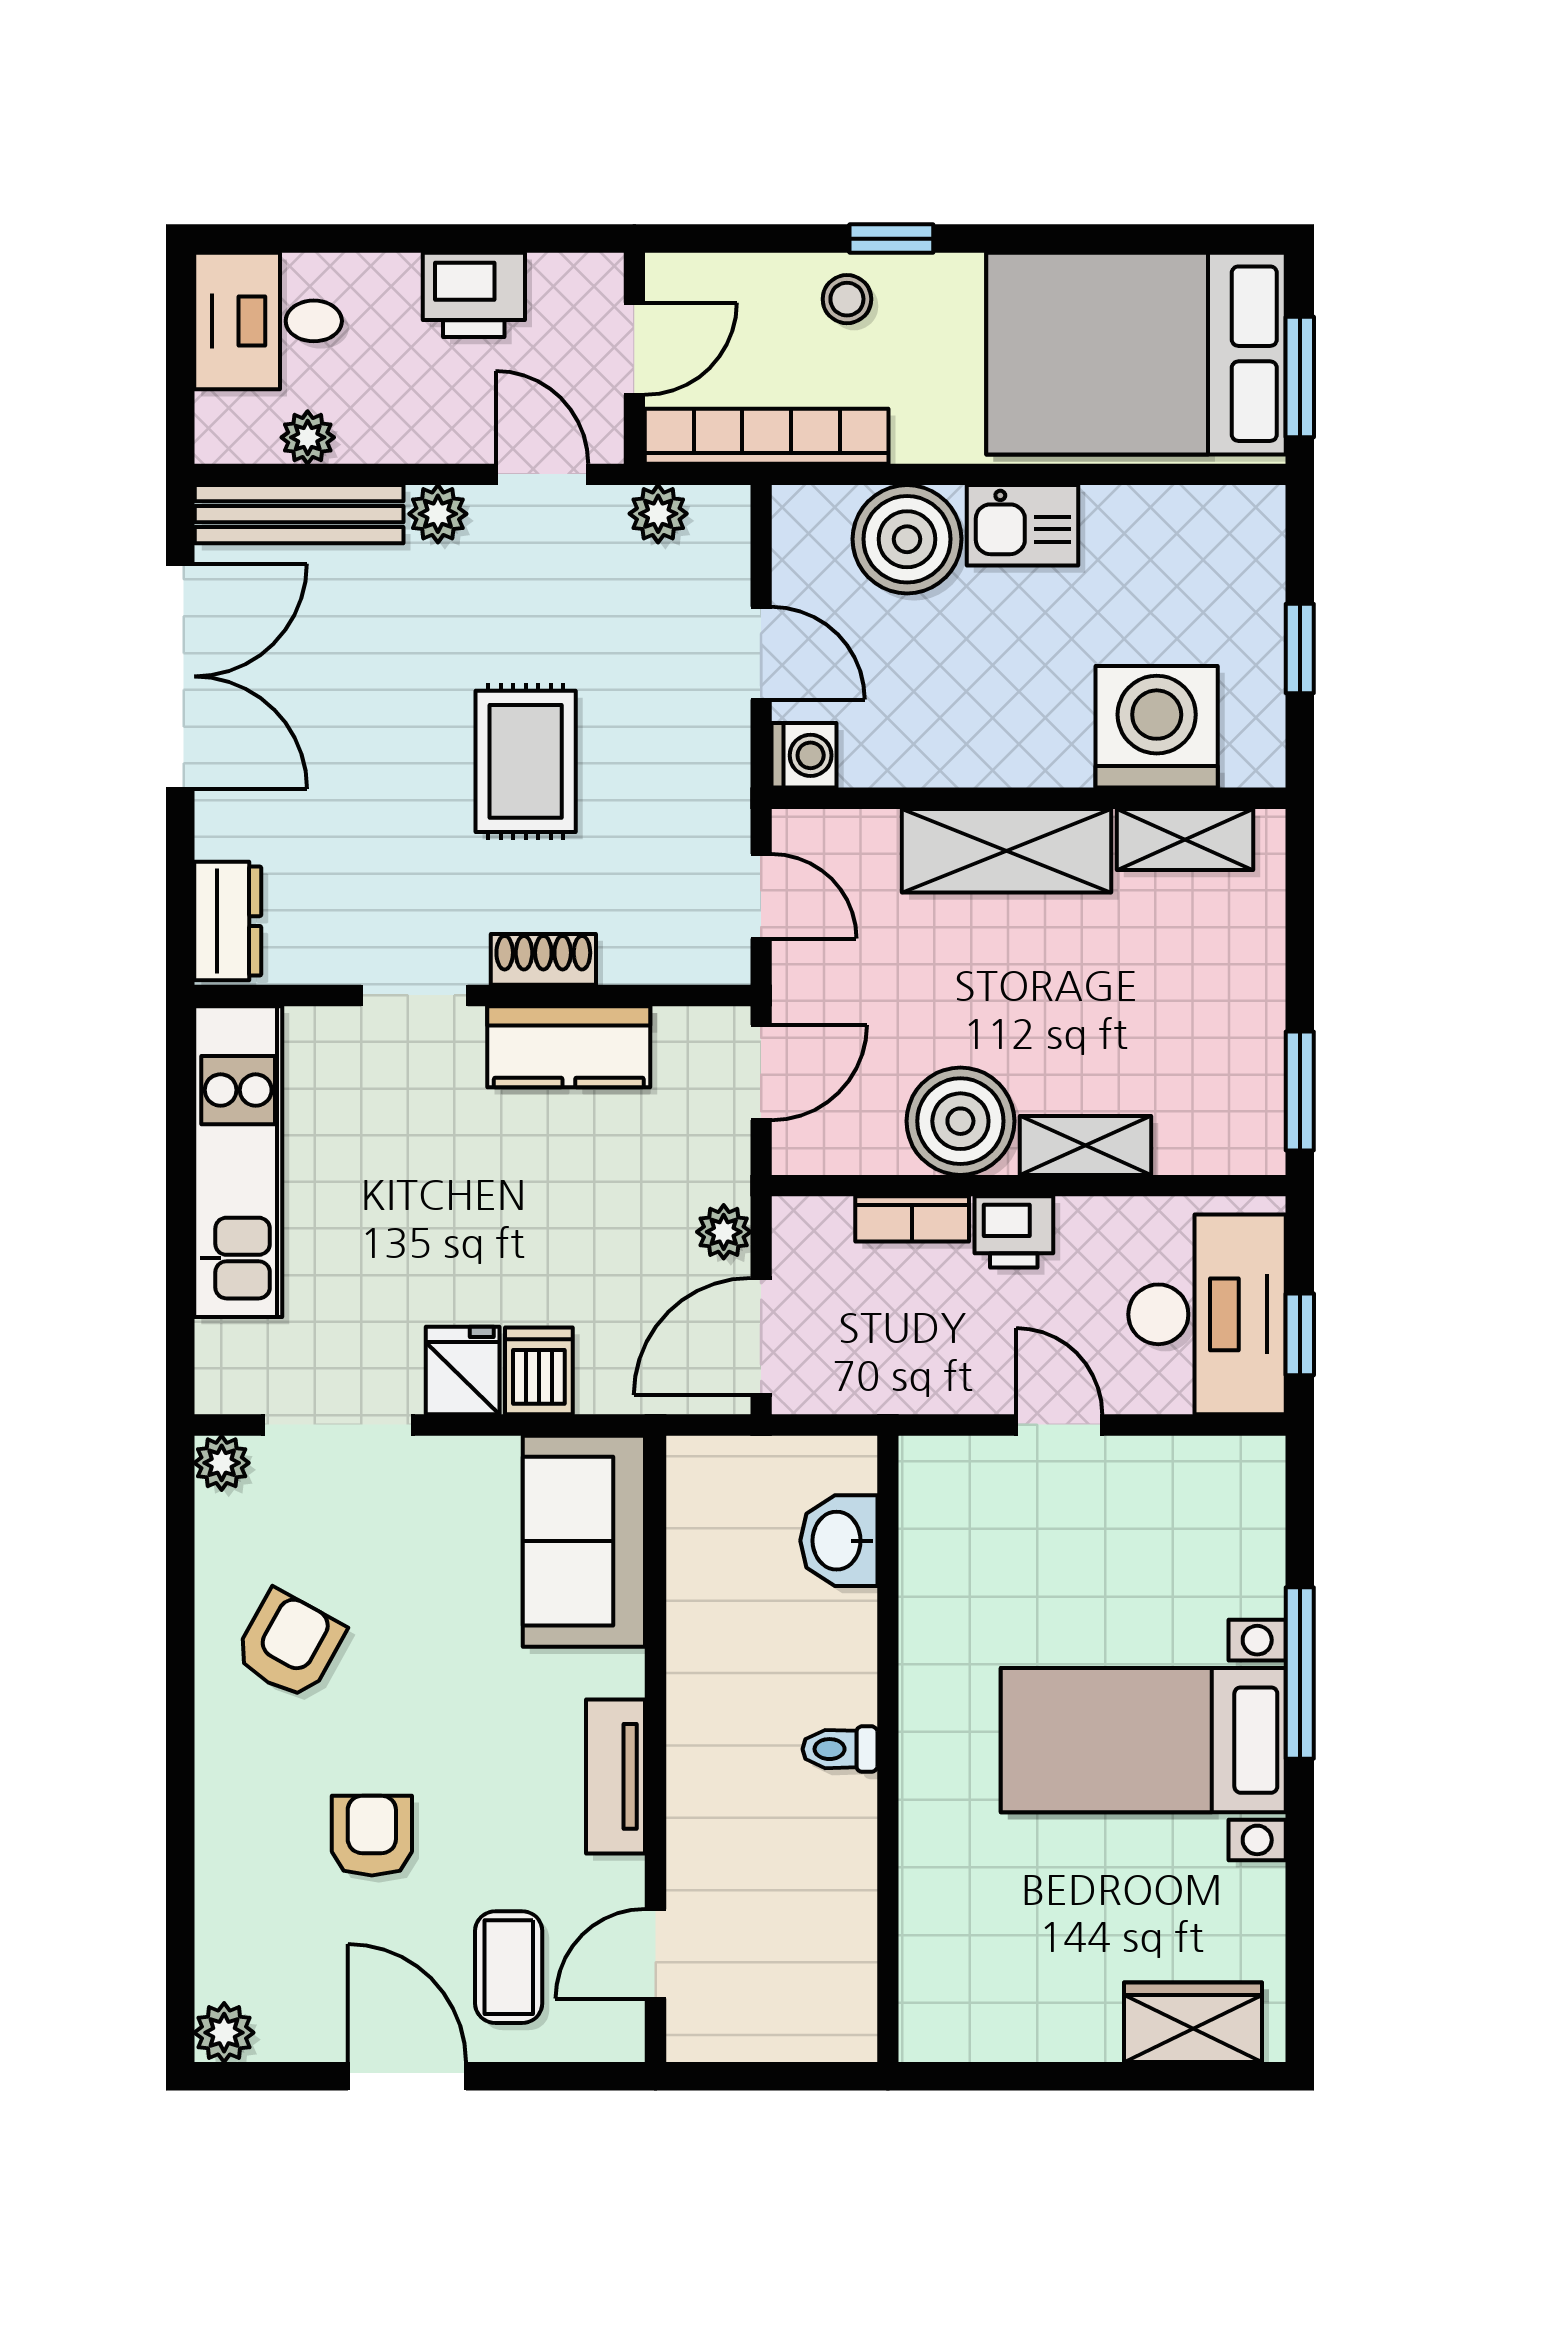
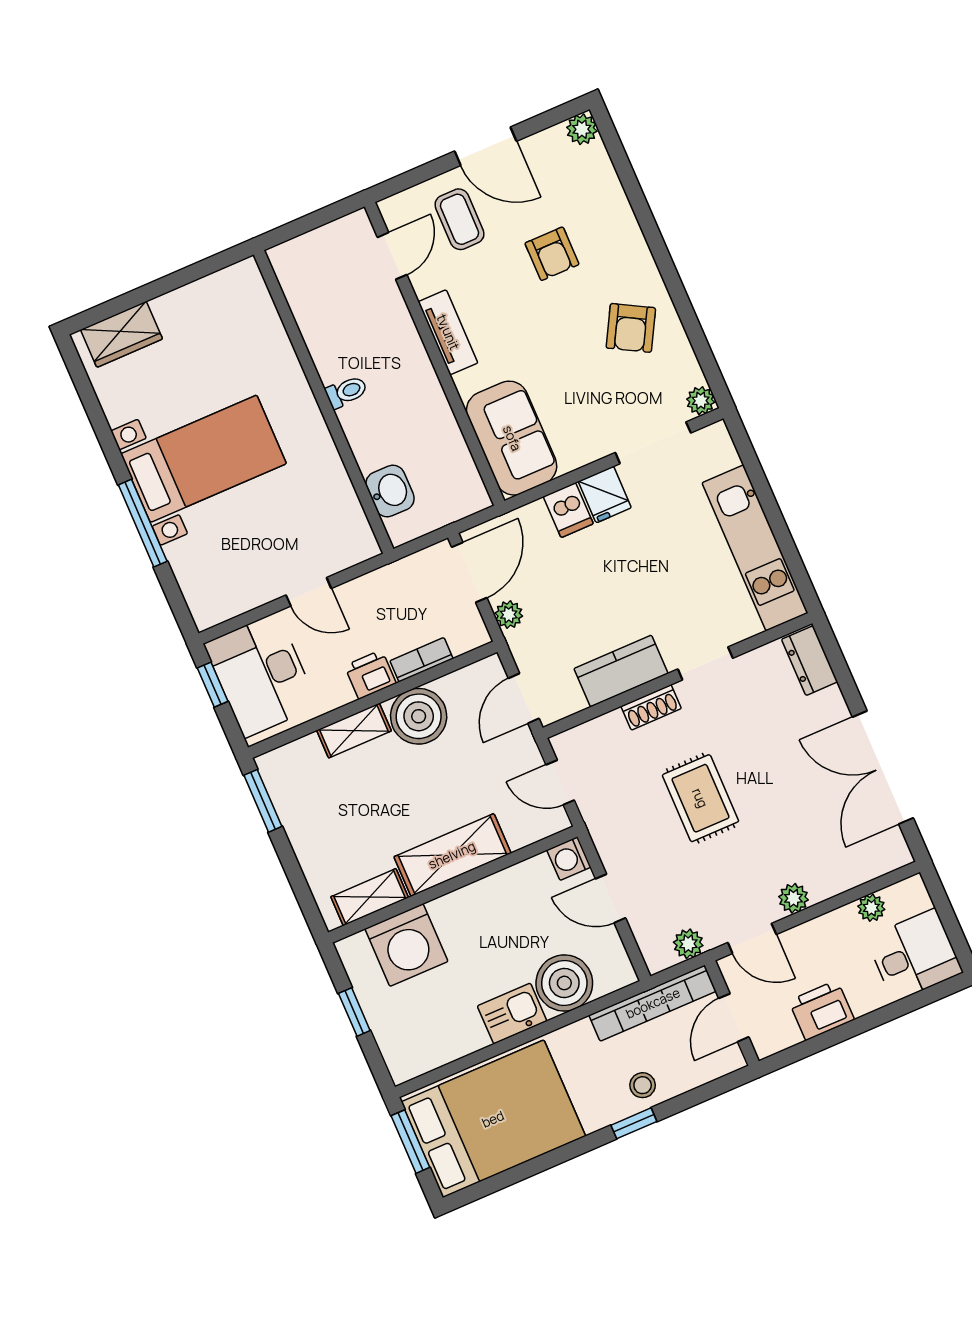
bench: (299, 514) -> (860, 869), removed

